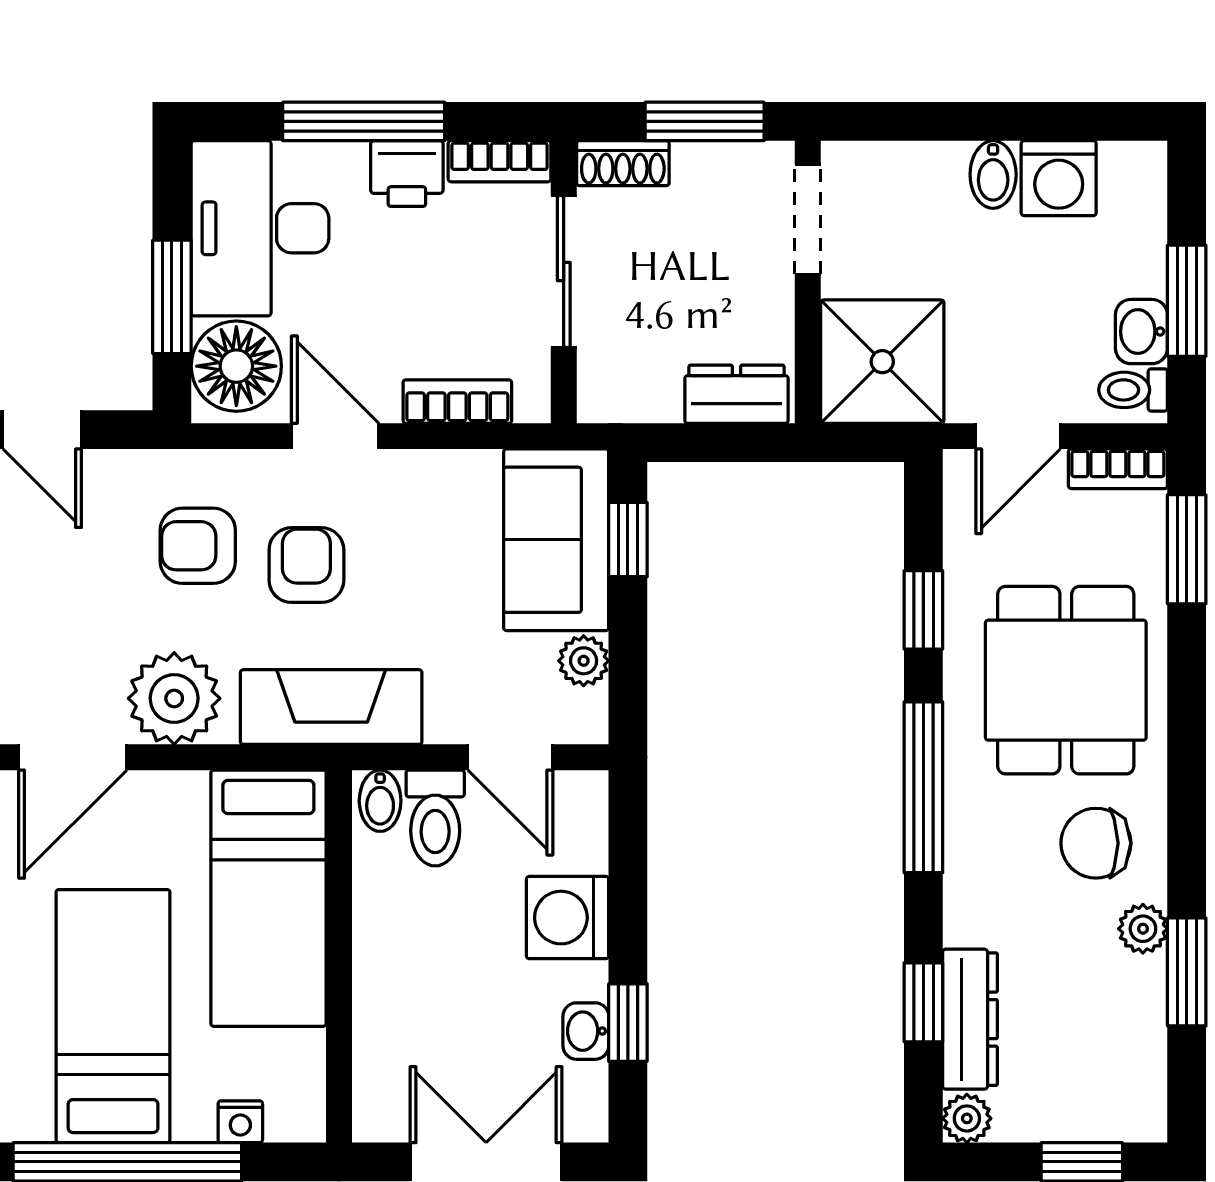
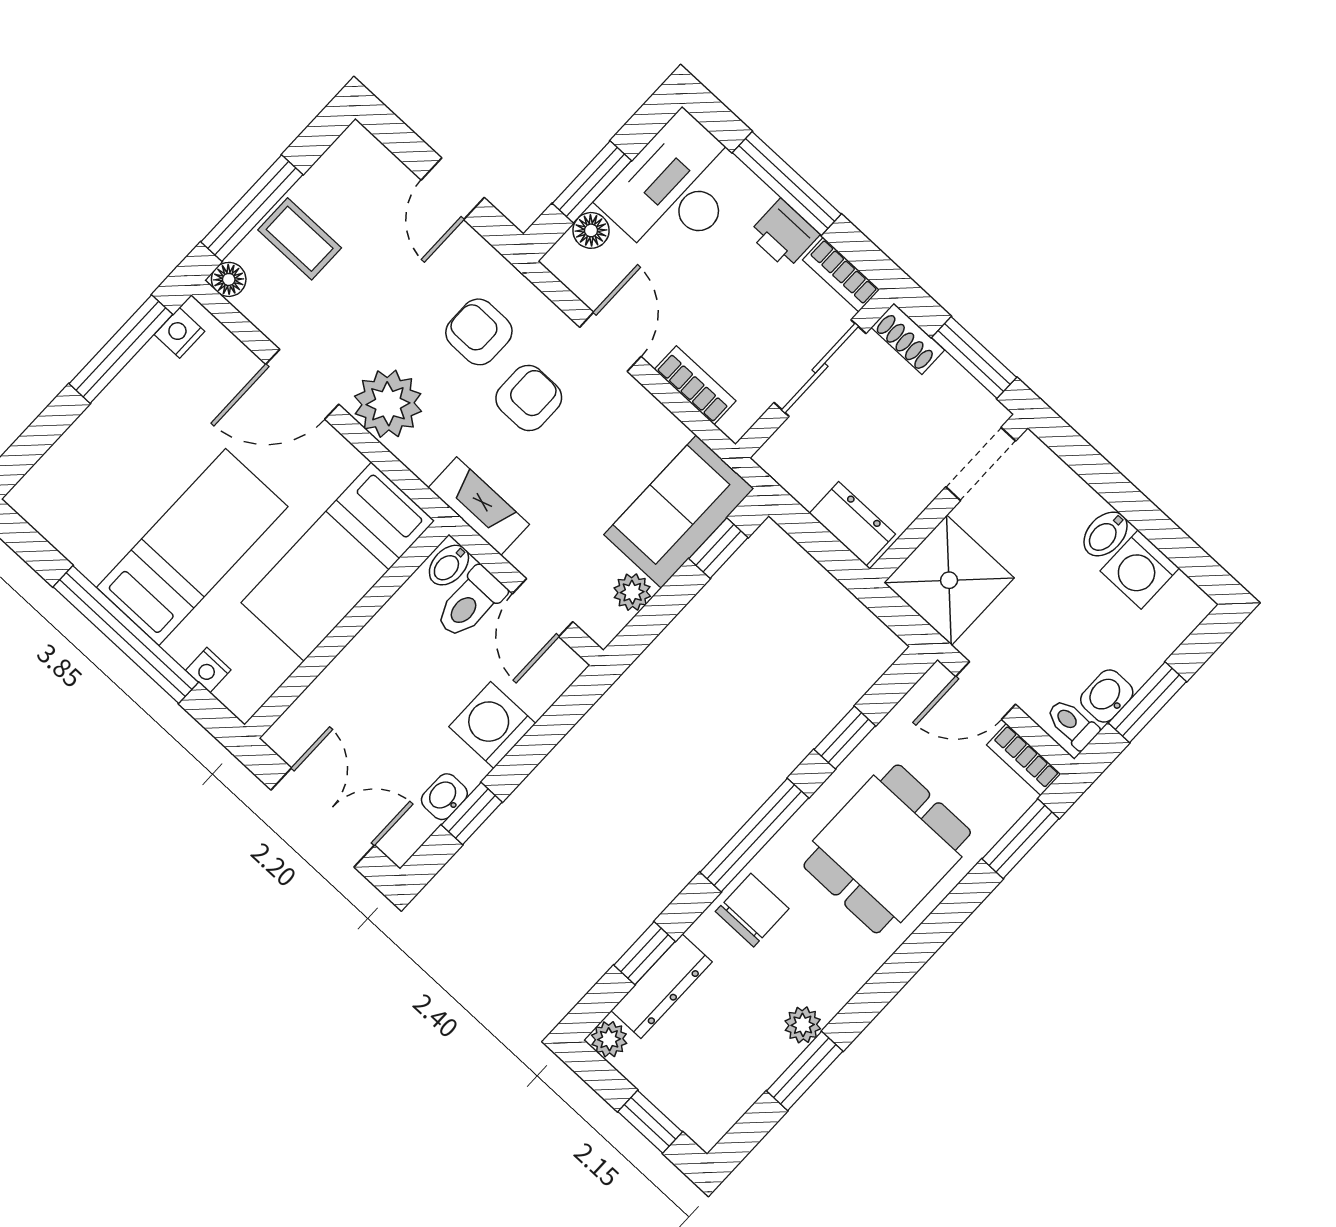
floor lamp: (236, 366) -> (591, 230), width x0.53, depth x0.53
fireplace: (331, 707) -> (479, 506), width x0.73, depth x0.76
chair: (1096, 843) -> (752, 910), moved, turned 90

